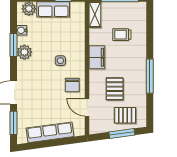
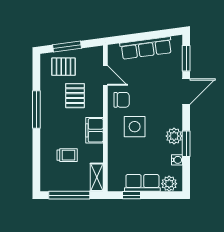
side table: (60, 61) -> (135, 127), width x1.87, depth x1.87
chair: (72, 85) -> (122, 100), turned 90

